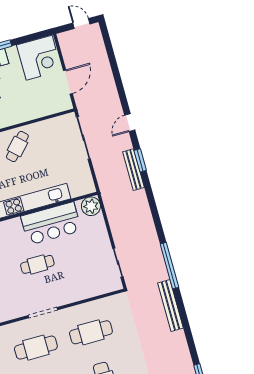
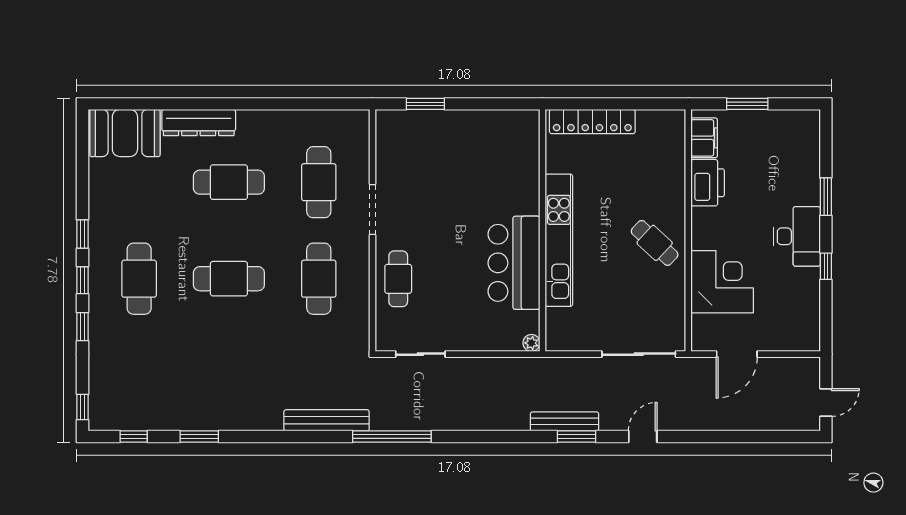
corner desk: (39, 58) -> (722, 282), moved, turned 180
door: (68, 82) -> (737, 354), hinge flipped
door: (130, 123) -> (643, 437), hinge flipped
plant: (91, 206) -> (531, 343), width x0.53, depth x0.53
cafe table: (37, 264) -> (398, 279), moved

